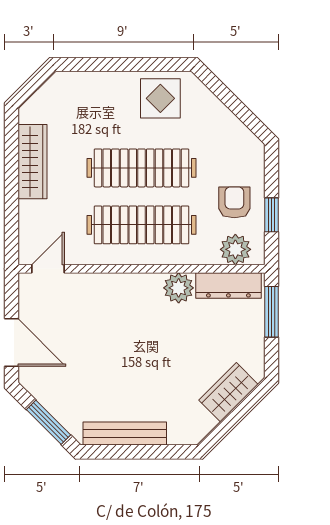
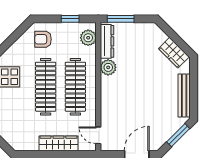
wardrobe: (32, 162) -> (58, 143), moved
armchair: (234, 202) -> (43, 39), moved
wardrobe: (228, 392) -> (174, 53), moved

